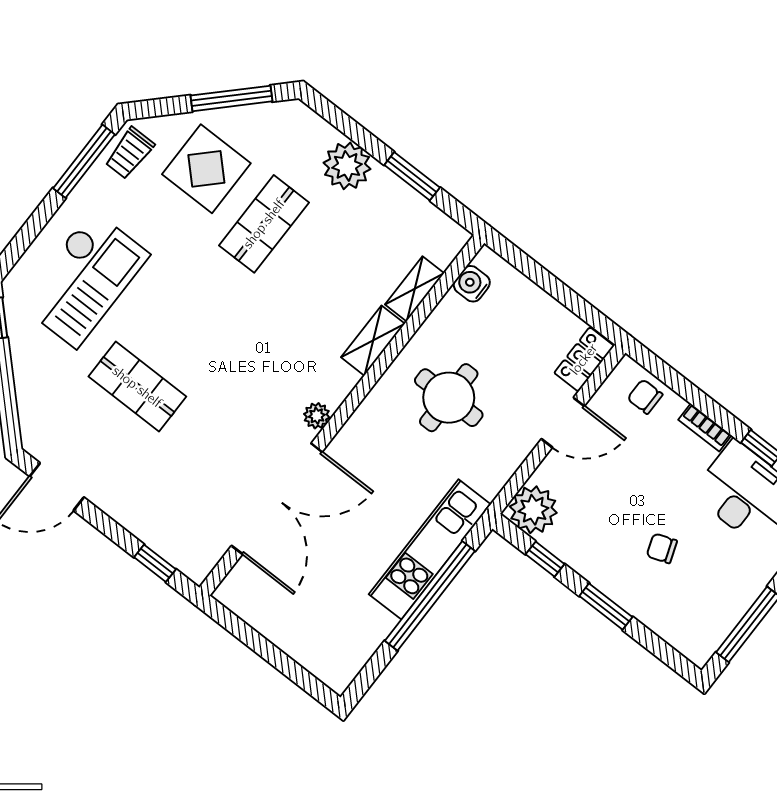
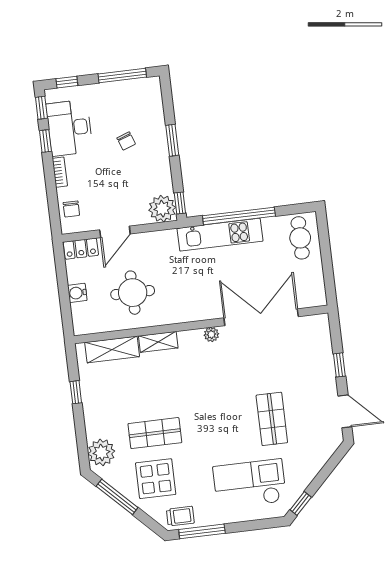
plant: (347, 166) -> (101, 452), moved
window: (412, 176) -> (76, 392), width x0.67
water cooler: (472, 284) -> (77, 293), moved, turned 90
shelving: (415, 289) -> (112, 349), width x1.50, depth x1.33
round table: (449, 398) -> (133, 293), moved
door: (563, 422) -> (115, 232), swing flipped
window: (545, 559) -> (180, 203), moved
window: (155, 563) -> (339, 365), moved
cafe table: (327, 645) -> (300, 238), added

